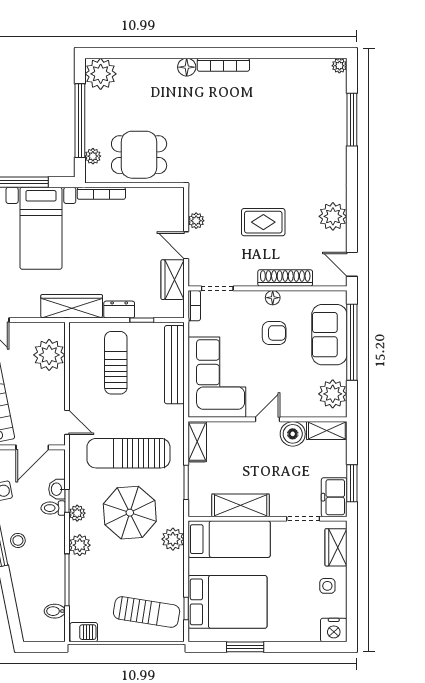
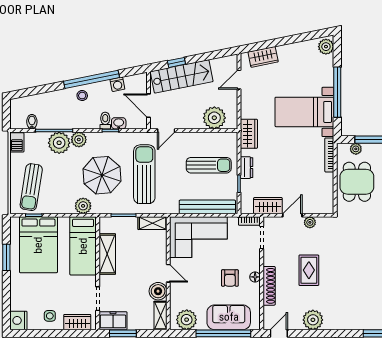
wardrobe: (72, 306) -> (249, 134), width x0.67
plant: (77, 513) -> (59, 143), moved, width x1.88, depth x1.88

